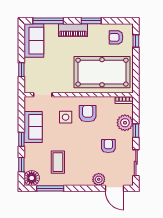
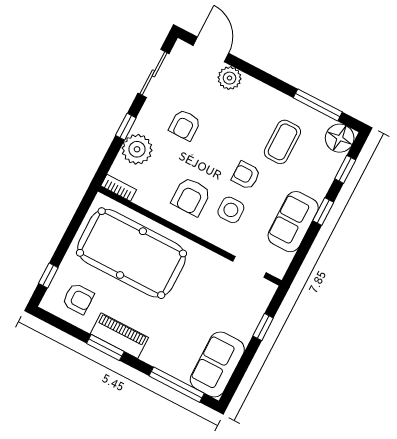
piano: (73, 30) -> (119, 336), moved
armchair: (67, 137) -> (246, 175), added

